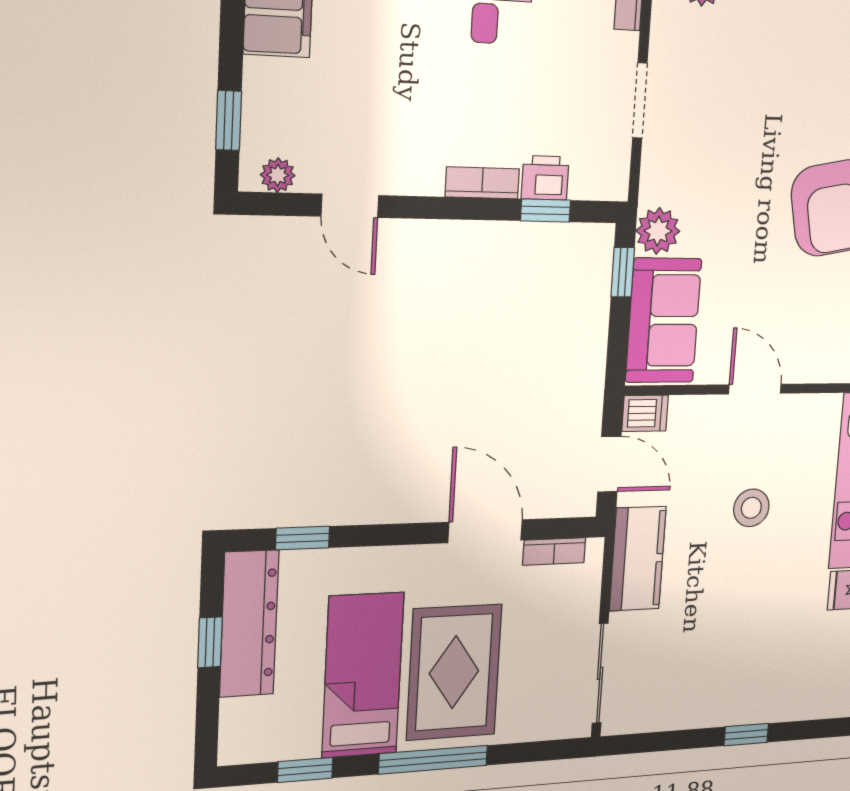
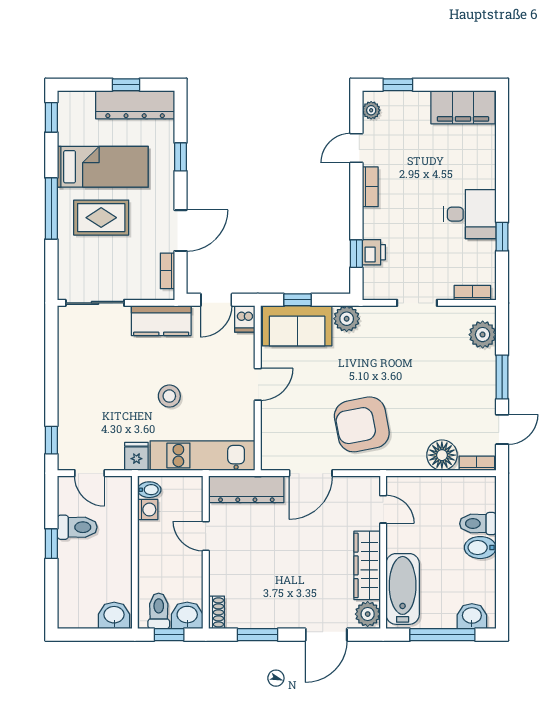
bookcase: (482, 183) -> (370, 187), moved
window: (623, 272) -> (297, 300), moved
stool: (751, 508) -> (169, 396), moved
window: (303, 538) -> (180, 157), moved
rug: (454, 672) -> (101, 218), width x0.73, depth x0.70
window: (746, 735) -> (51, 440), moved
window: (305, 770) -> (51, 117), moved

